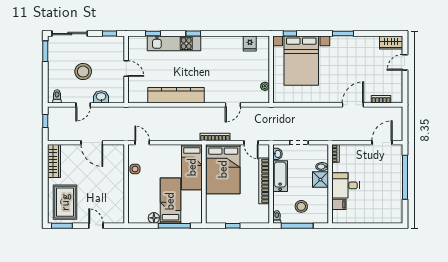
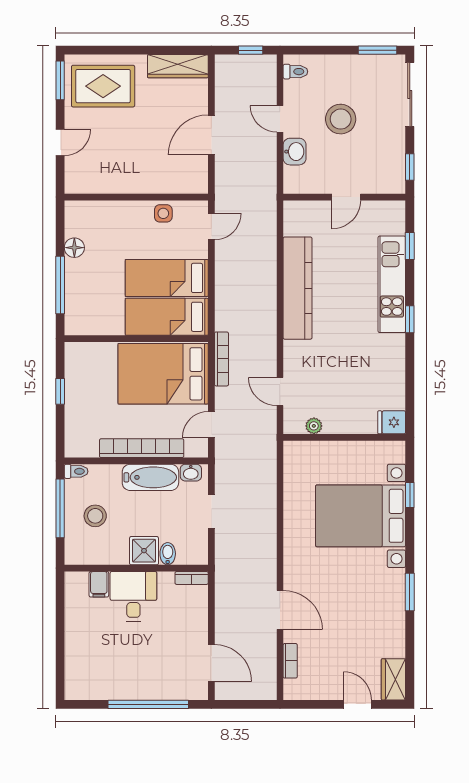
wall: (271, 69) -> (344, 437), moved
plant: (265, 86) -> (314, 426), moved
bed: (170, 201) -> (167, 278), moved, turned 180

